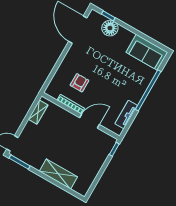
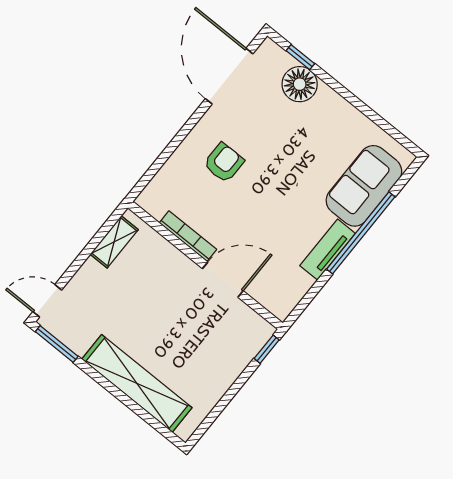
sofa: (147, 52) -> (364, 186), moved, turned 90
armchair: (79, 83) -> (224, 163), moved
tv unit: (126, 115) -> (328, 250), moved
shelving: (58, 174) -> (137, 383), width x1.47

